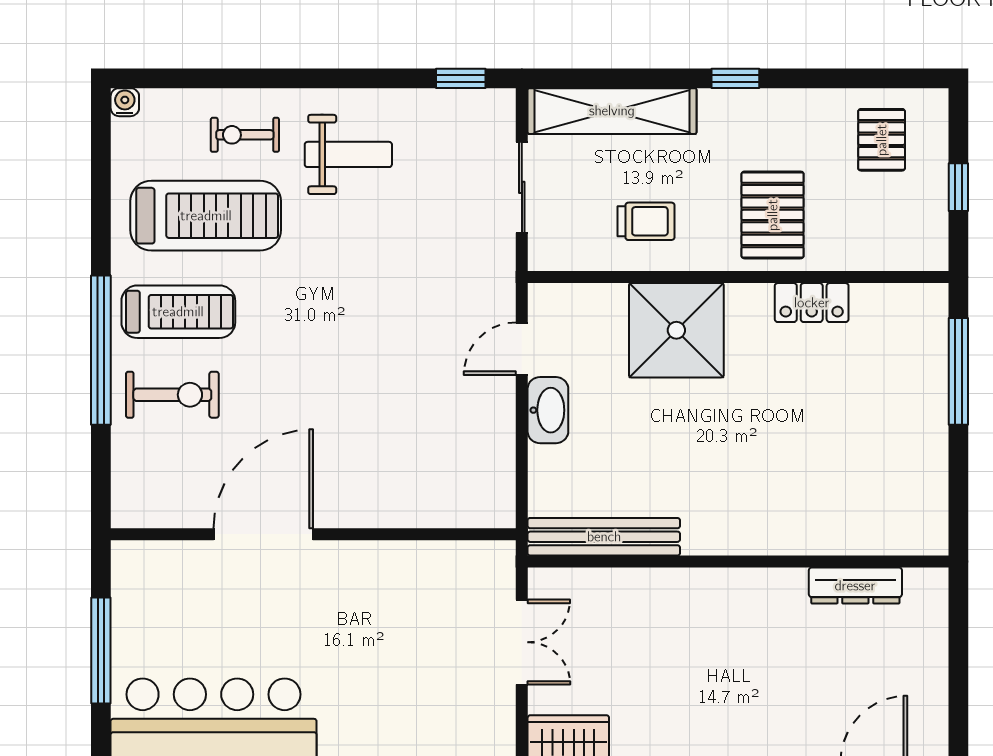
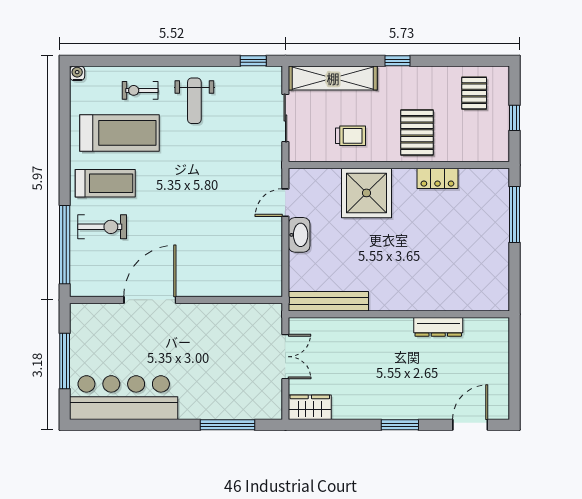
weight bench: (348, 154) -> (194, 101), turned 90
window: (101, 350) -> (65, 245), moved
dresser: (855, 586) -> (438, 327), moved

